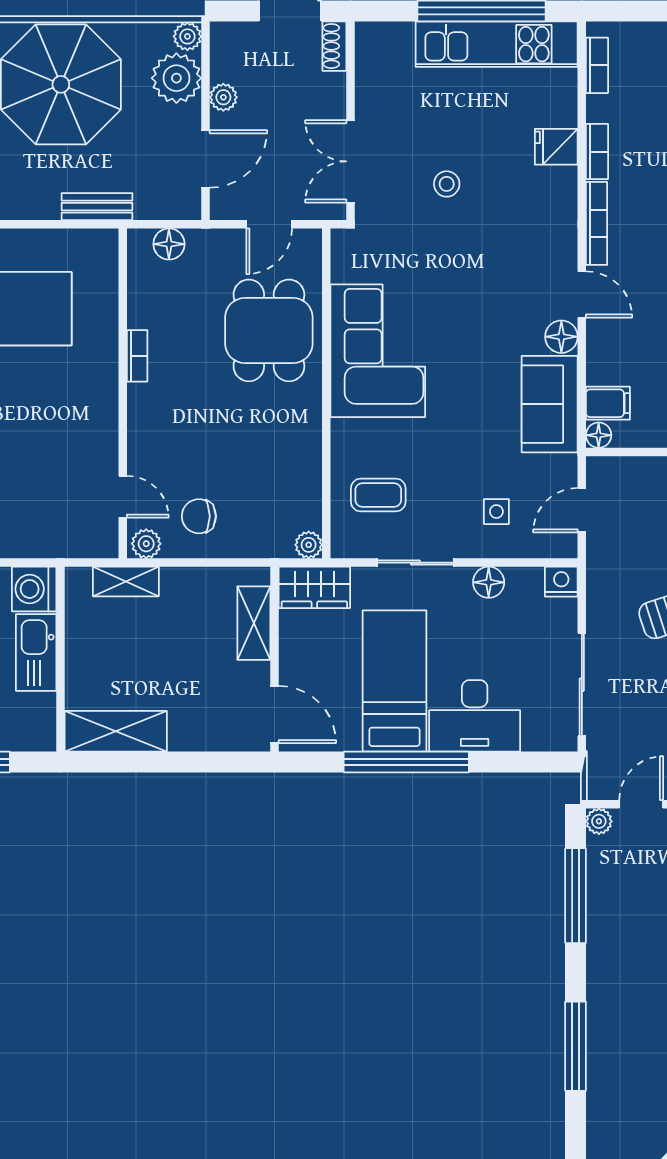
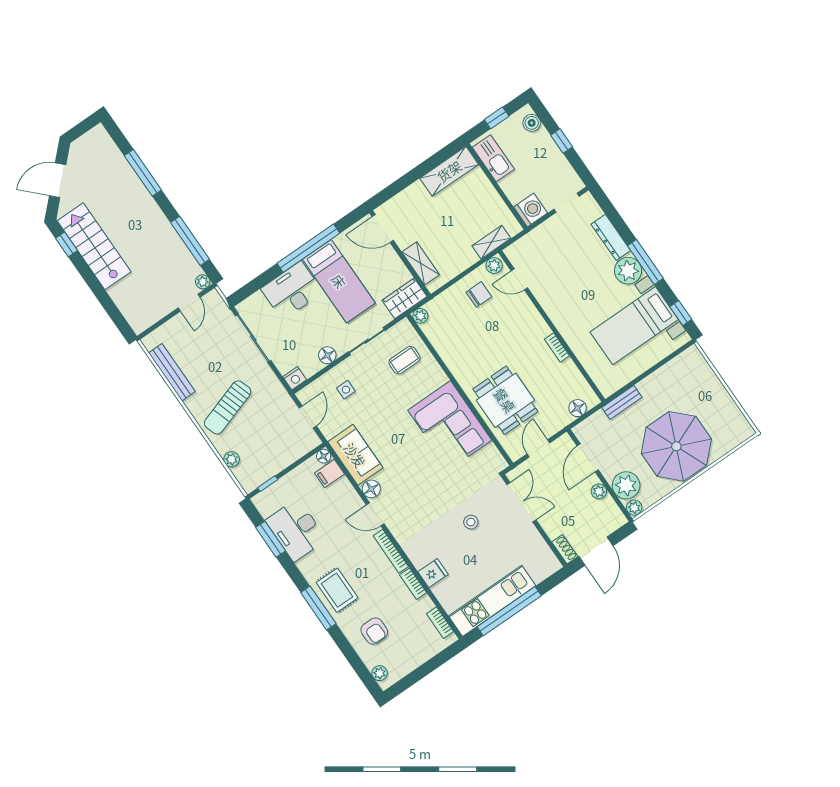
kitchen sink: (36, 652) -> (493, 158), moved

